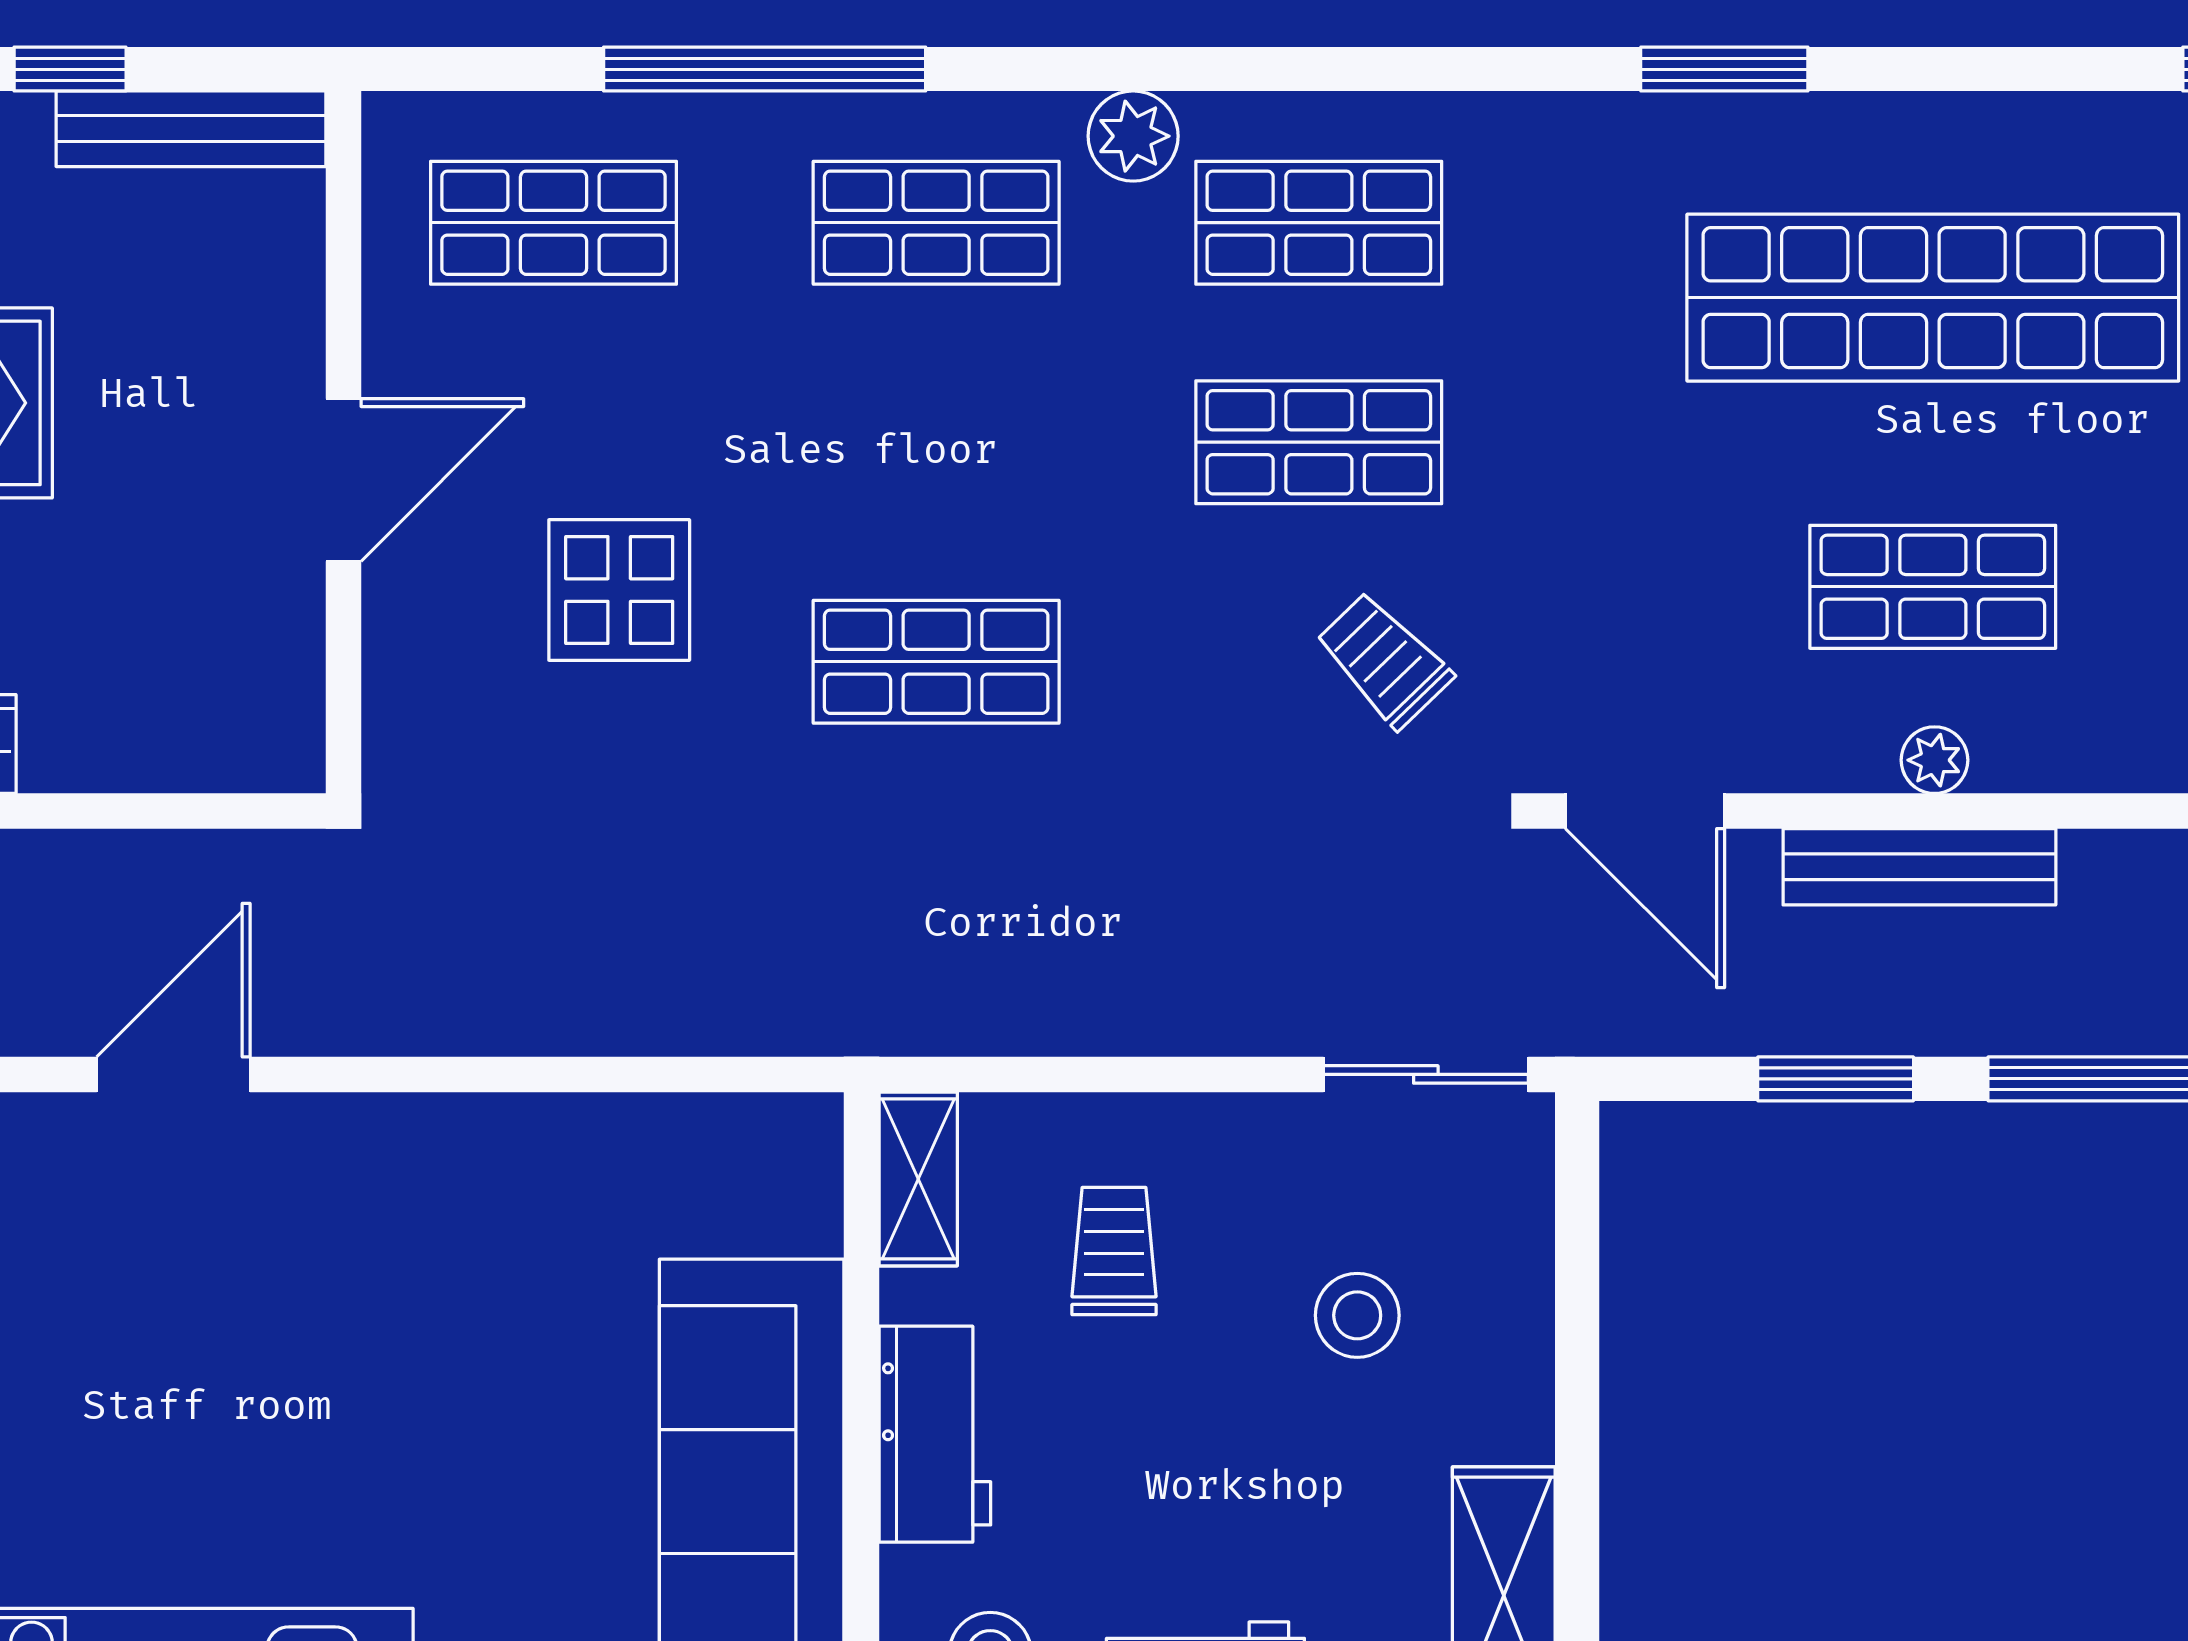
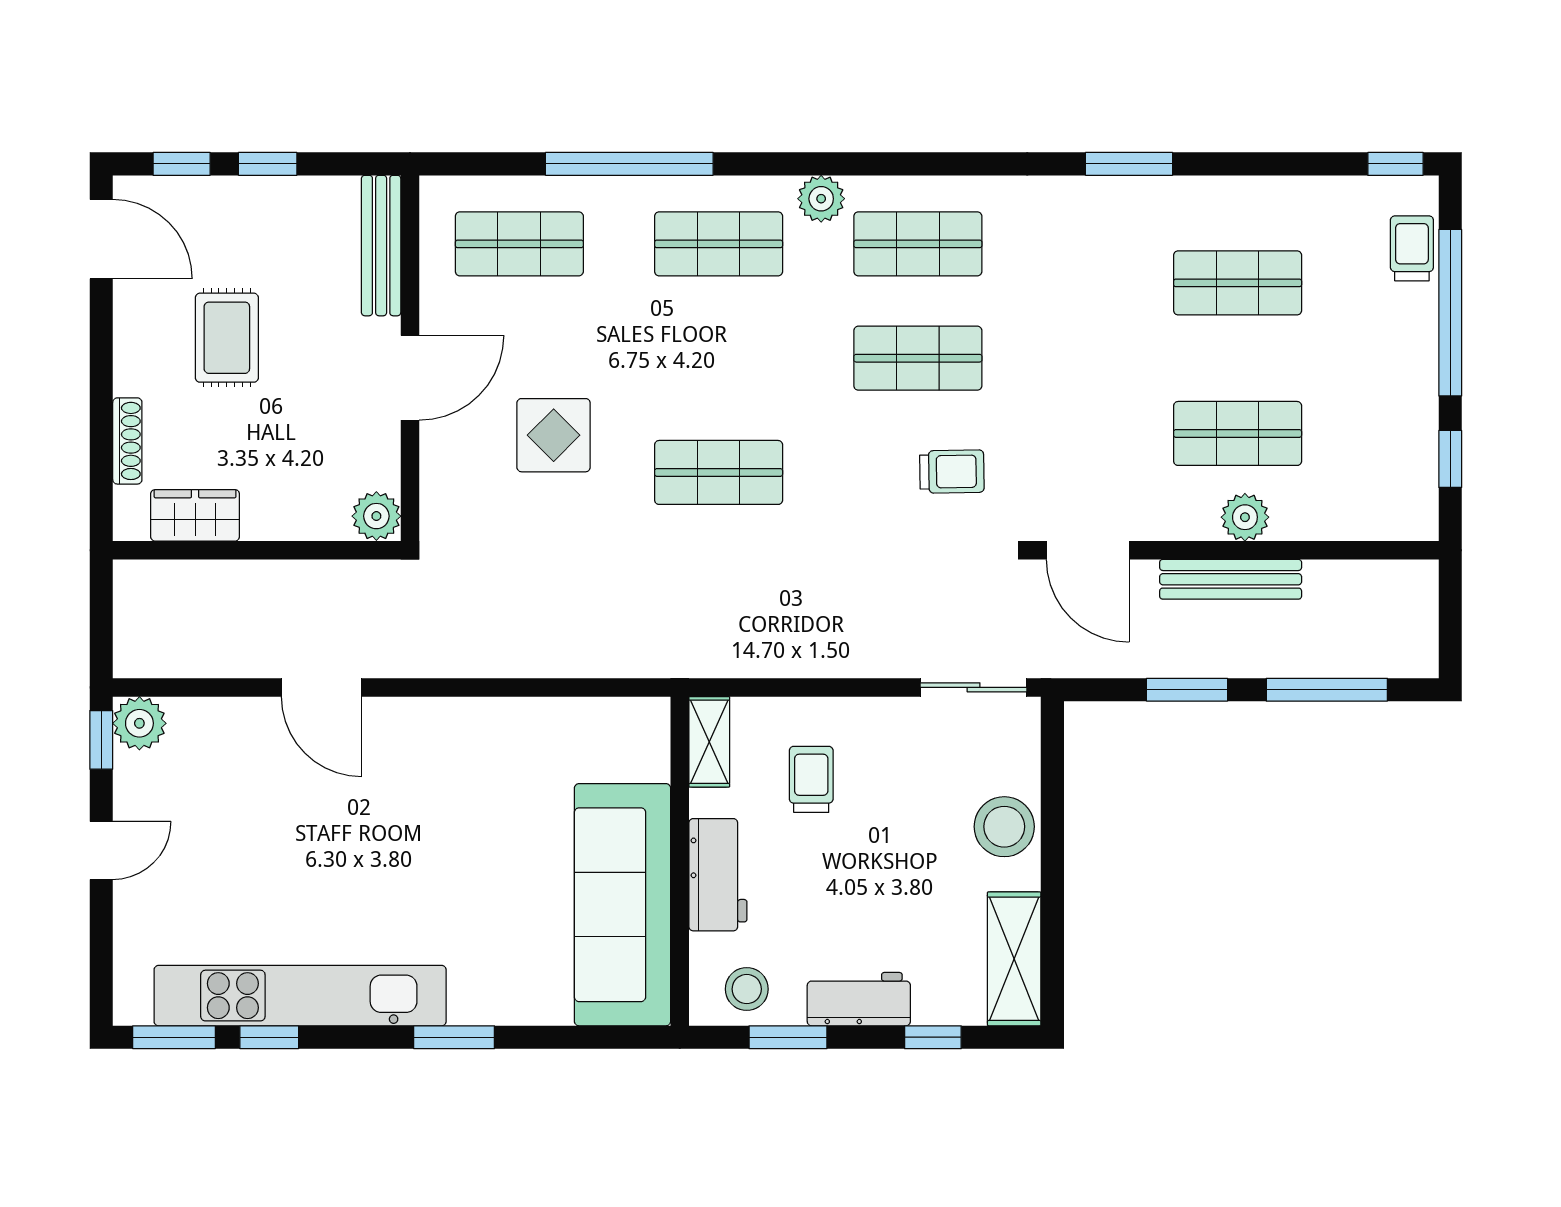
bench: (191, 129) -> (381, 246), moved, turned 90
shop shelf: (1933, 298) -> (1238, 283), width x0.50, depth x0.74
trolley: (1384, 660) -> (952, 472), turned 133
plant: (279, 745) -> (376, 516), added
plant: (1934, 760) -> (1245, 517), width x1.38, depth x1.38
door: (173, 1074) -> (321, 687), swing flipped
stool: (1357, 1315) -> (1004, 827), moved, width x1.38, depth x1.38

